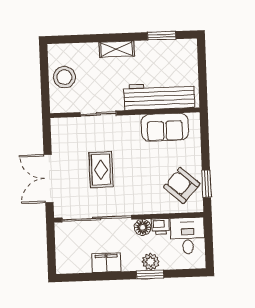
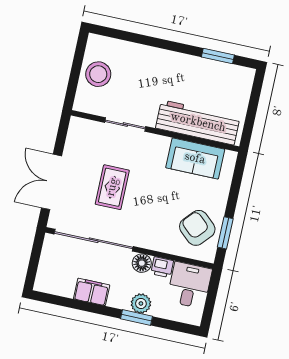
shelving: (117, 49) -> (164, 58), removed

